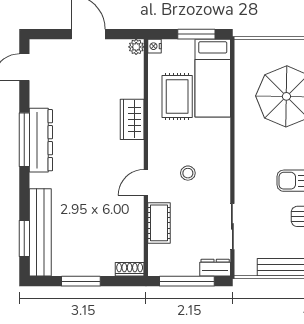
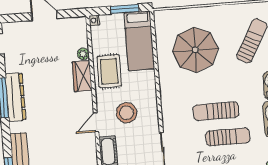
plant: (136, 47) -> (83, 54), moved
rug: (177, 97) -> (109, 71), moved
stool: (188, 173) -> (127, 113), width x1.89, depth x1.89

